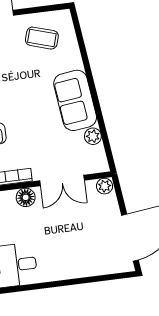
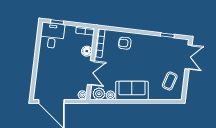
plant: (95, 157) -> (99, 94), added
double door: (62, 180) -> (91, 73), swing flipped

